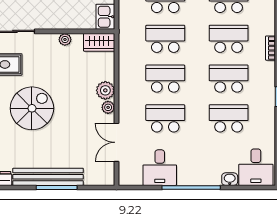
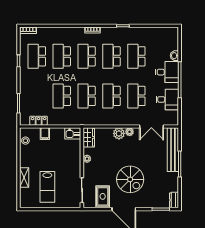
spiral stairs: (32, 108) -> (130, 179), turned 180
desk: (256, 167) -> (167, 72), moved
bench: (48, 177) -> (173, 150), moved

